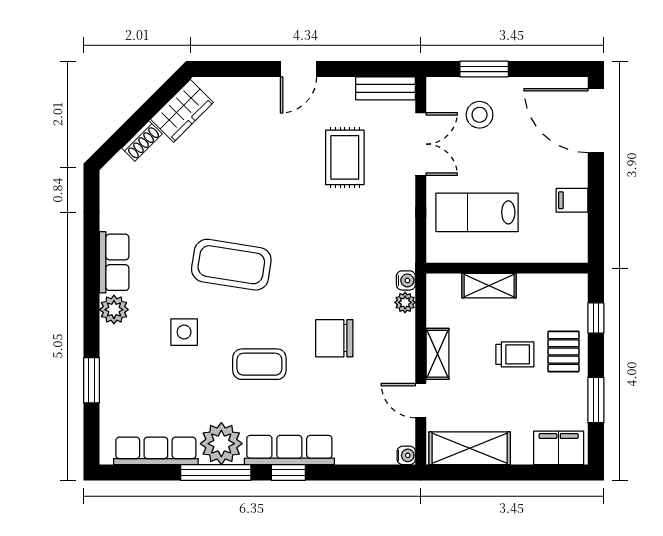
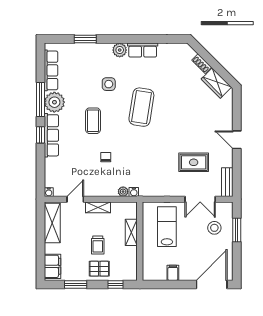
chair: (334, 338) -> (106, 157), width x0.54, depth x0.54

